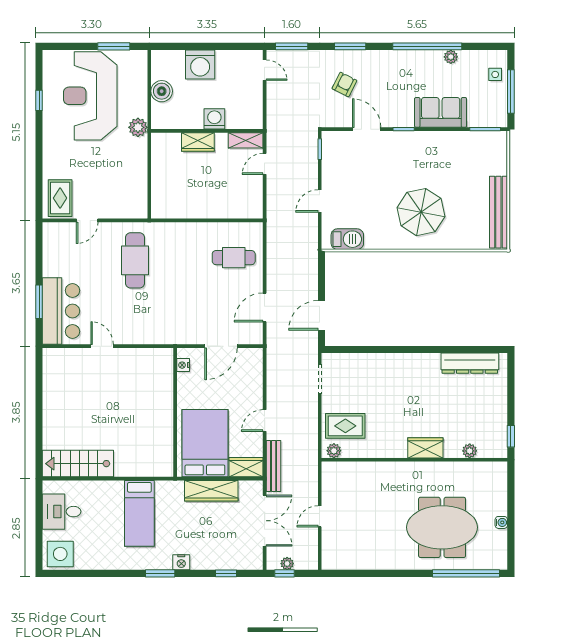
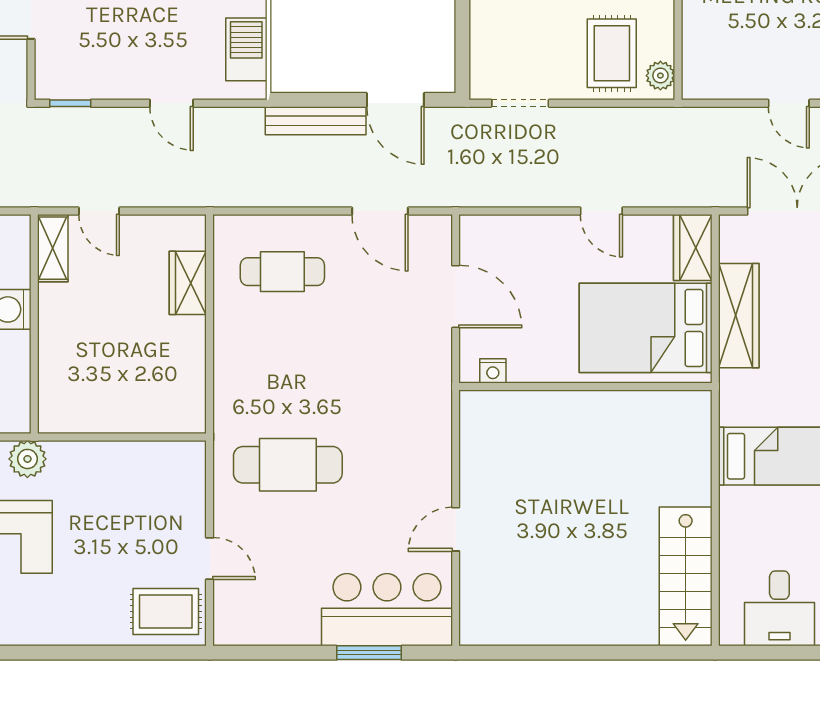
wardrobe: (198, 142) -> (188, 283), moved, turned 180
cafe table: (234, 258) -> (282, 272), turned 90
bench: (274, 466) -> (316, 121), moved

